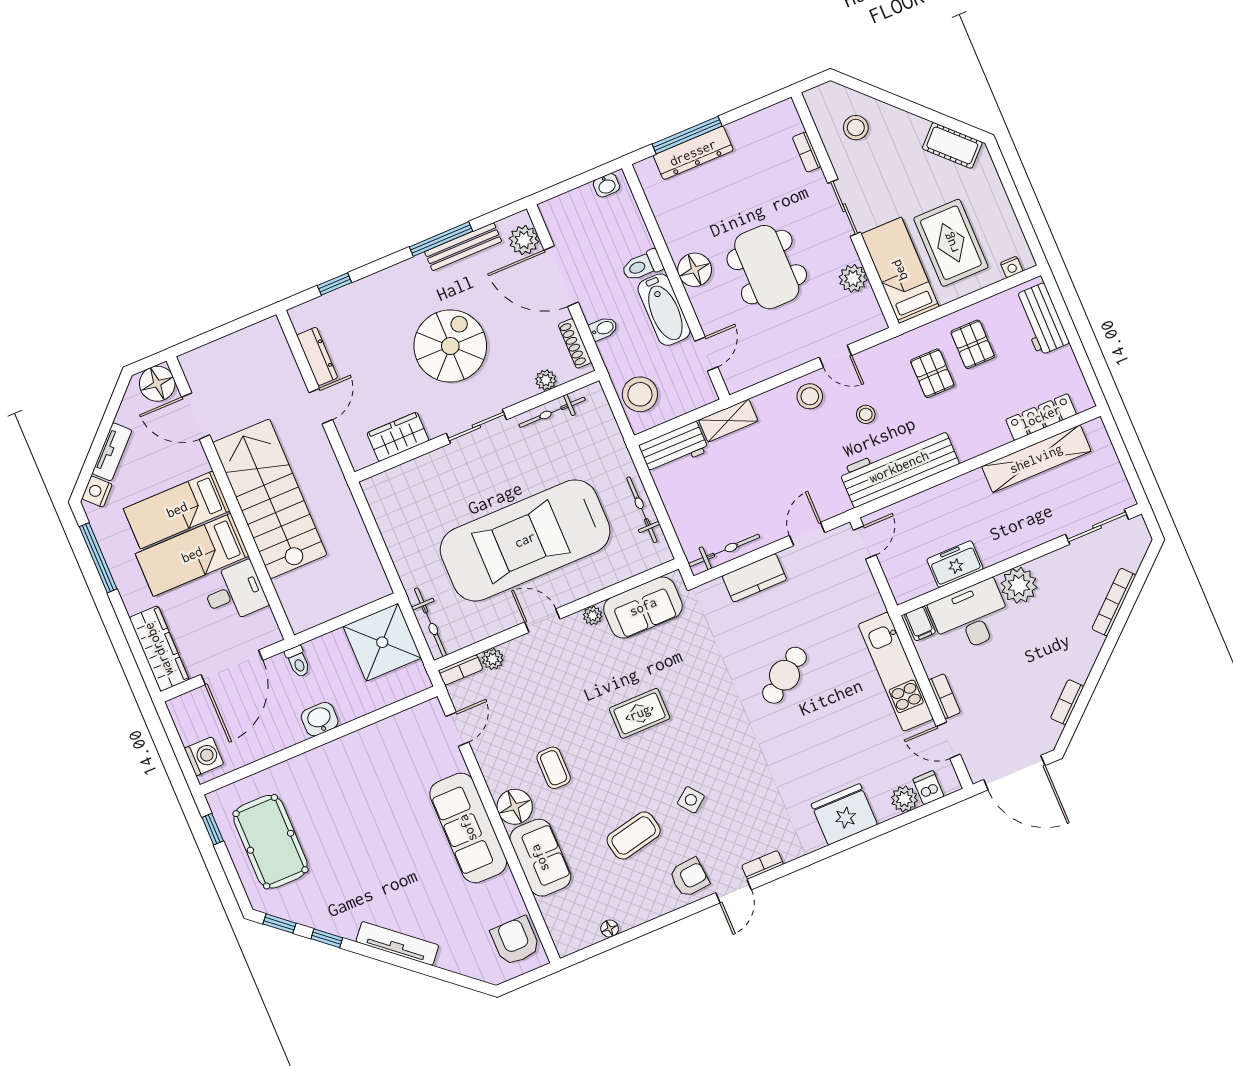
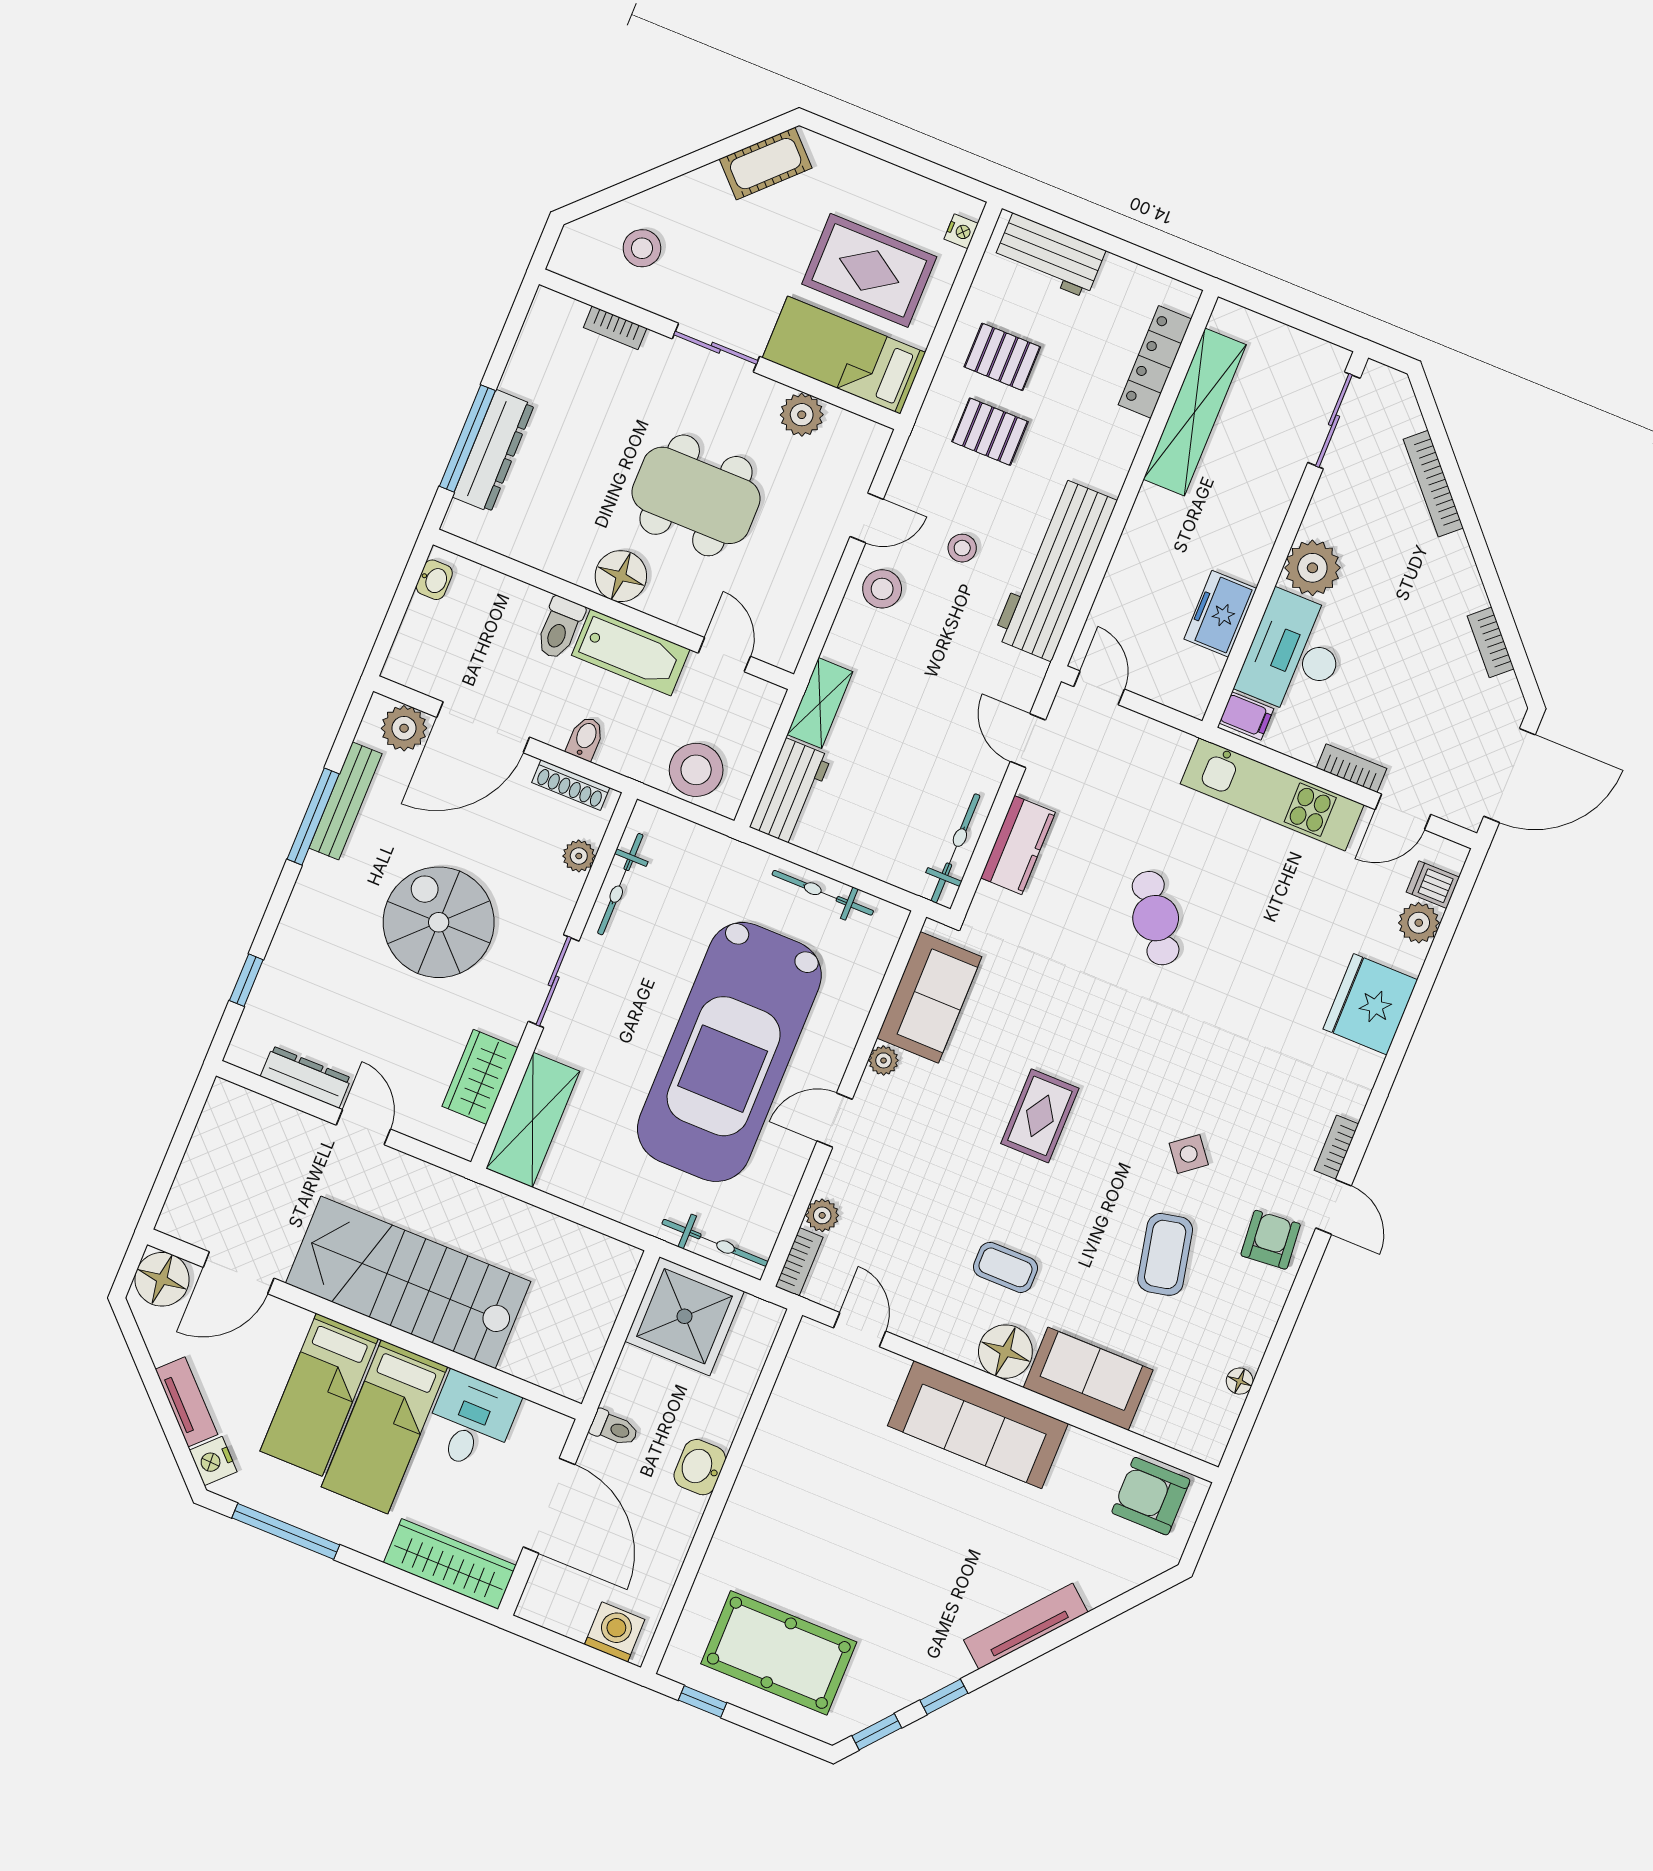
shelving: (403, 481) -> (533, 1120), added

